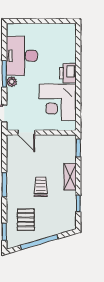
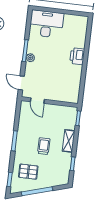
desk: (22, 56) -> (46, 24), moved, turned 90
corner desk: (58, 102) -> (66, 79), removed
pallet: (26, 220) -> (28, 172), turned 90

